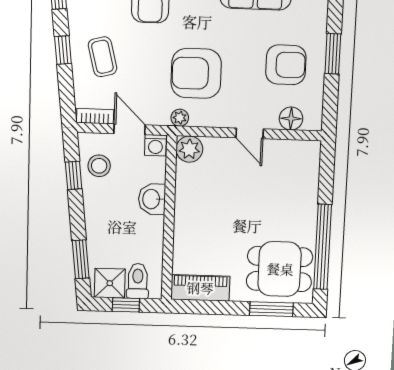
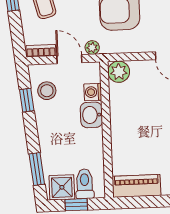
plant: (180, 118) -> (92, 48), moved
washing machine: (155, 145) -> (93, 92), moved, turned 90

